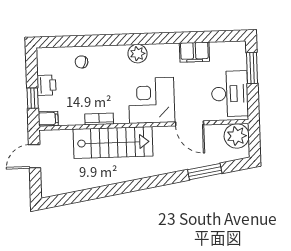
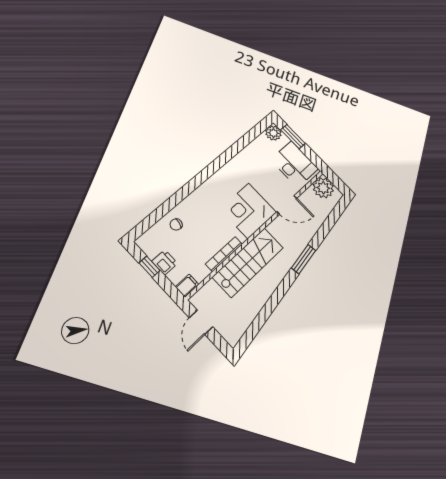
filing cabinet: (194, 52) -> (248, 156), removed
plant: (137, 54) -> (273, 133), moved
window: (33, 98) -> (149, 267), moved
bookcase: (99, 119) -> (224, 254), width x1.56
window: (205, 172) -> (304, 259), moved

